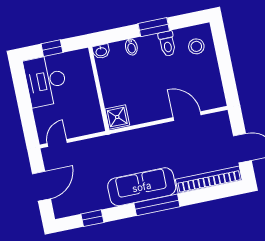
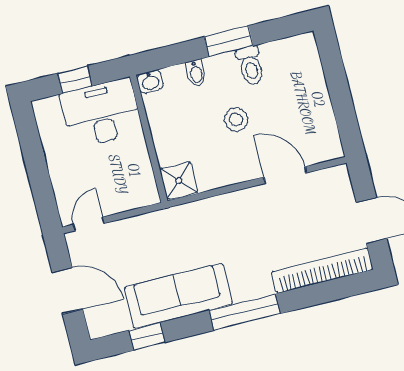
stool: (196, 46) -> (236, 119), moved
desk: (46, 81) -> (101, 113), moved, turned 90
door: (41, 186) -> (67, 291), hinge flipped
sofa: (142, 187) -> (178, 296), moved

